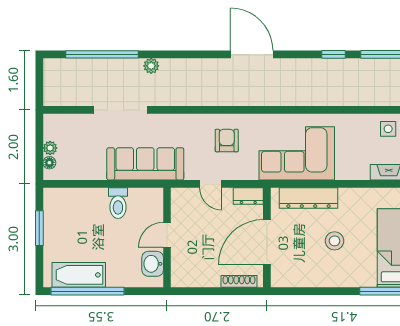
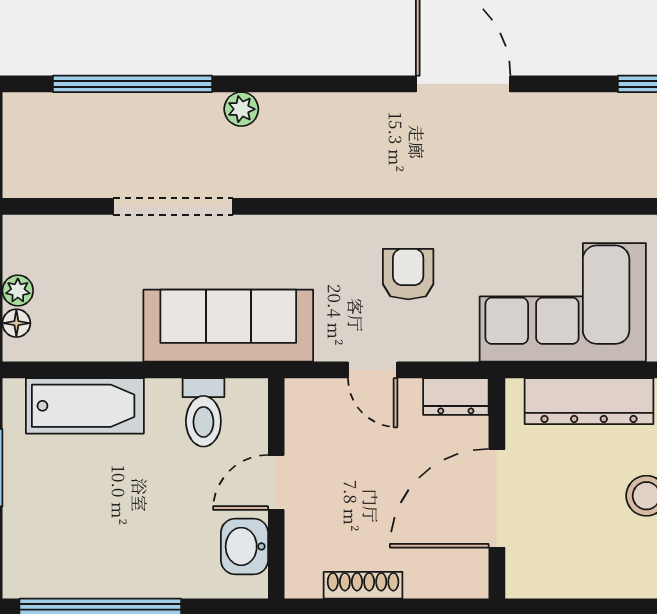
toilet: (118, 203) -> (203, 412), moved
bathtub: (79, 275) -> (85, 406), moved, turned 180
shoe rack: (239, 281) -> (363, 585), moved

